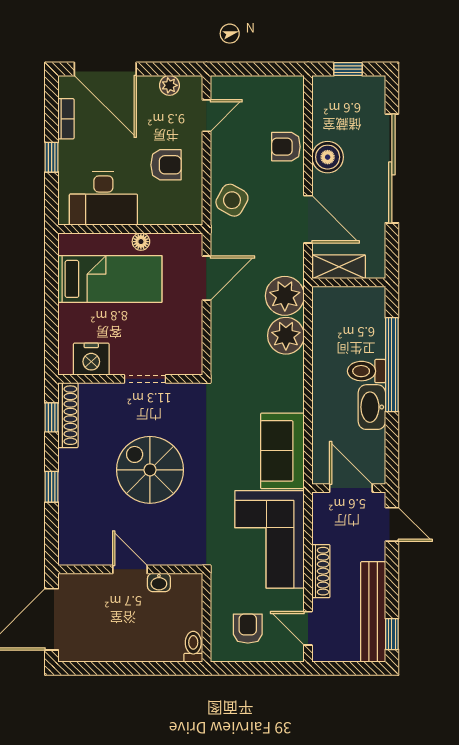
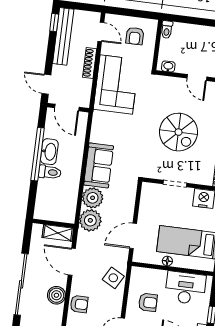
armchair: (166, 165) -> (148, 302), turned 180
window: (392, 365) -> (38, 154), moved
sofa: (282, 451) -> (99, 165), moved
washbasin: (159, 582) -> (168, 66), moved

